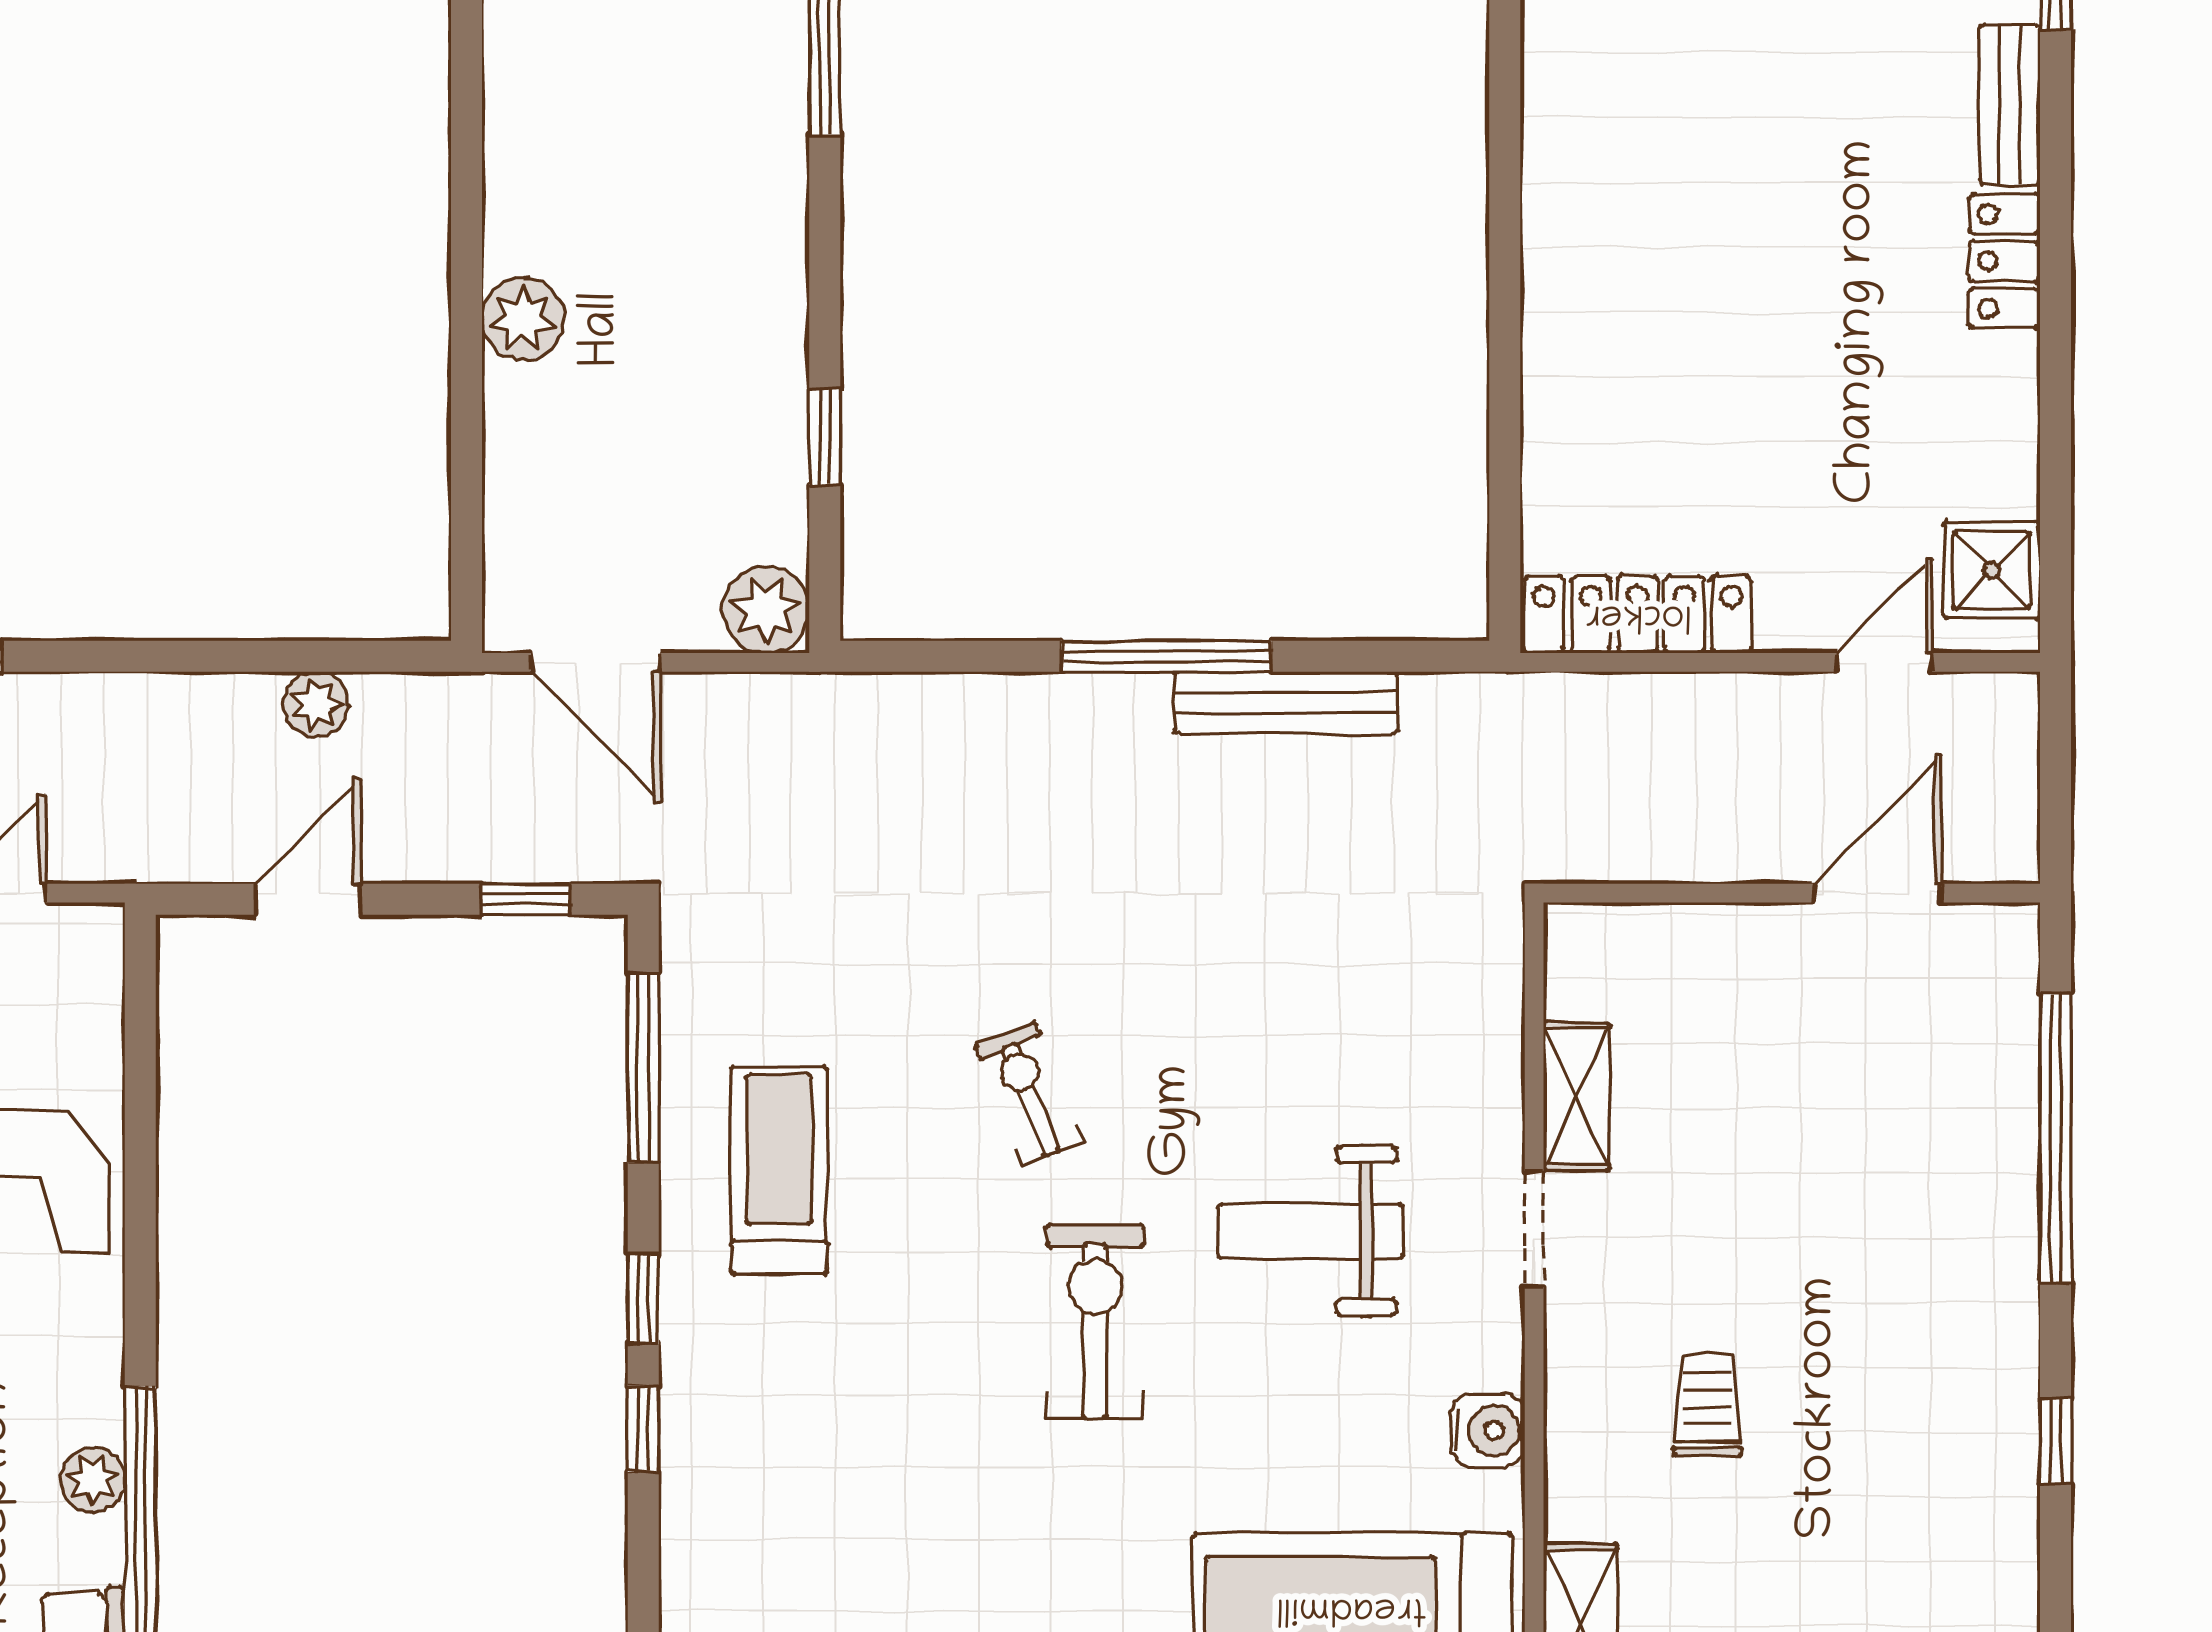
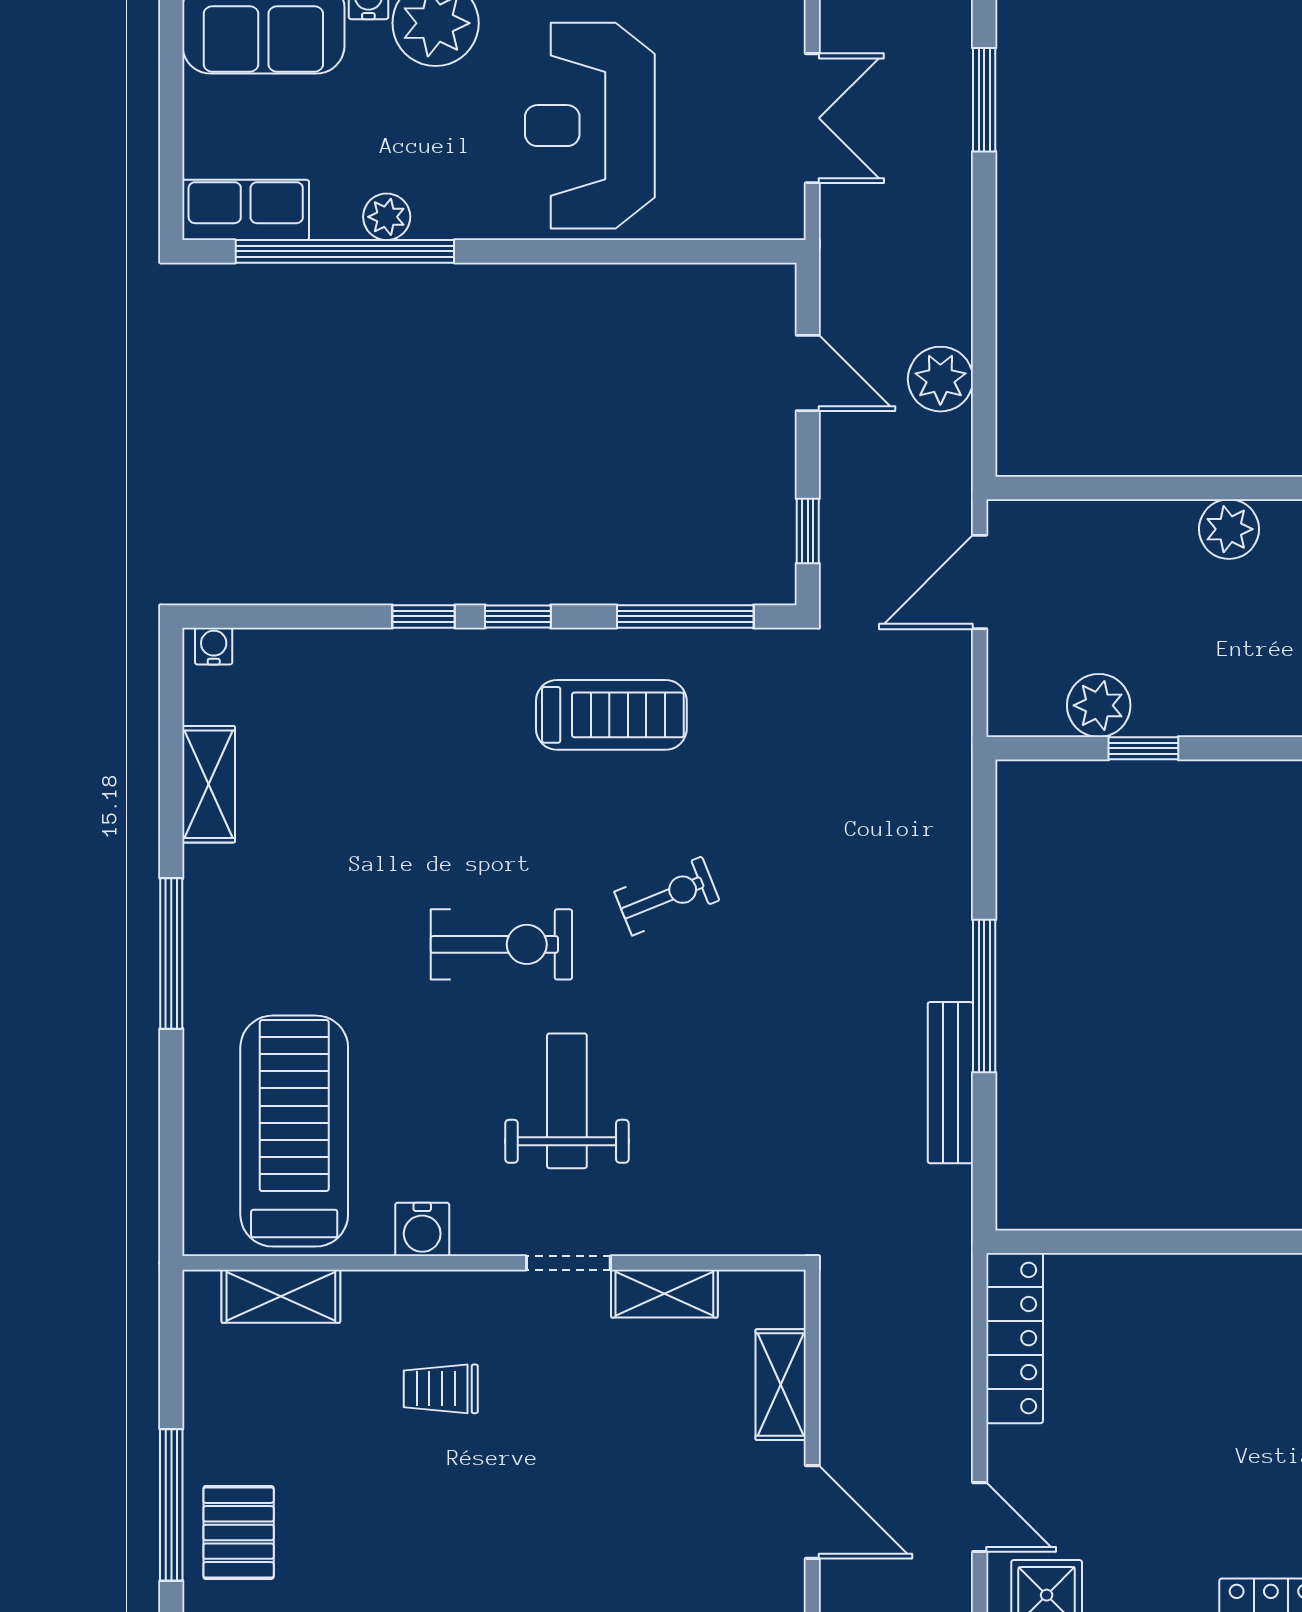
plant: (766, 610) -> (1099, 705), moved
plant: (316, 704) -> (940, 379), width x1.38, depth x1.38
shelving: (1702, 937) -> (781, 1385), added
trolley: (1708, 1405) -> (441, 1389), turned 180

